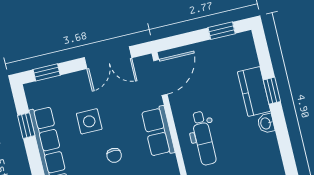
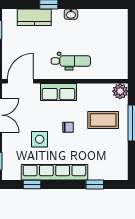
door: (160, 77) -> (20, 81), hinge flipped
kitchen counter: (254, 91) -> (34, 17), moved

